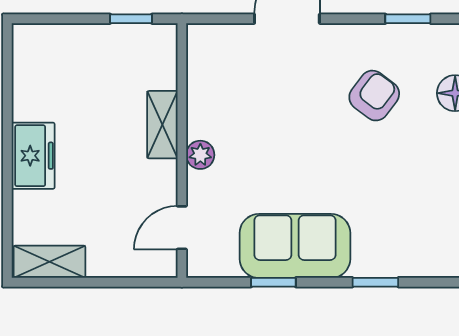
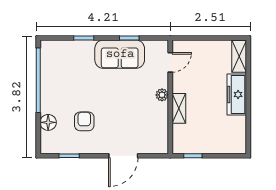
armchair: (374, 96) -> (84, 121), turned 143
freezer: (33, 156) -> (237, 94), width x1.40
shelving: (49, 262) -> (239, 56), moved, turned 90

